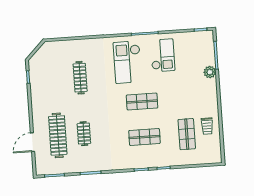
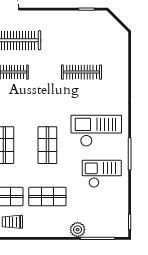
checkout: (163, 55) -> (102, 174), turned 180
shop shelf: (184, 99) -> (47, 196), added

